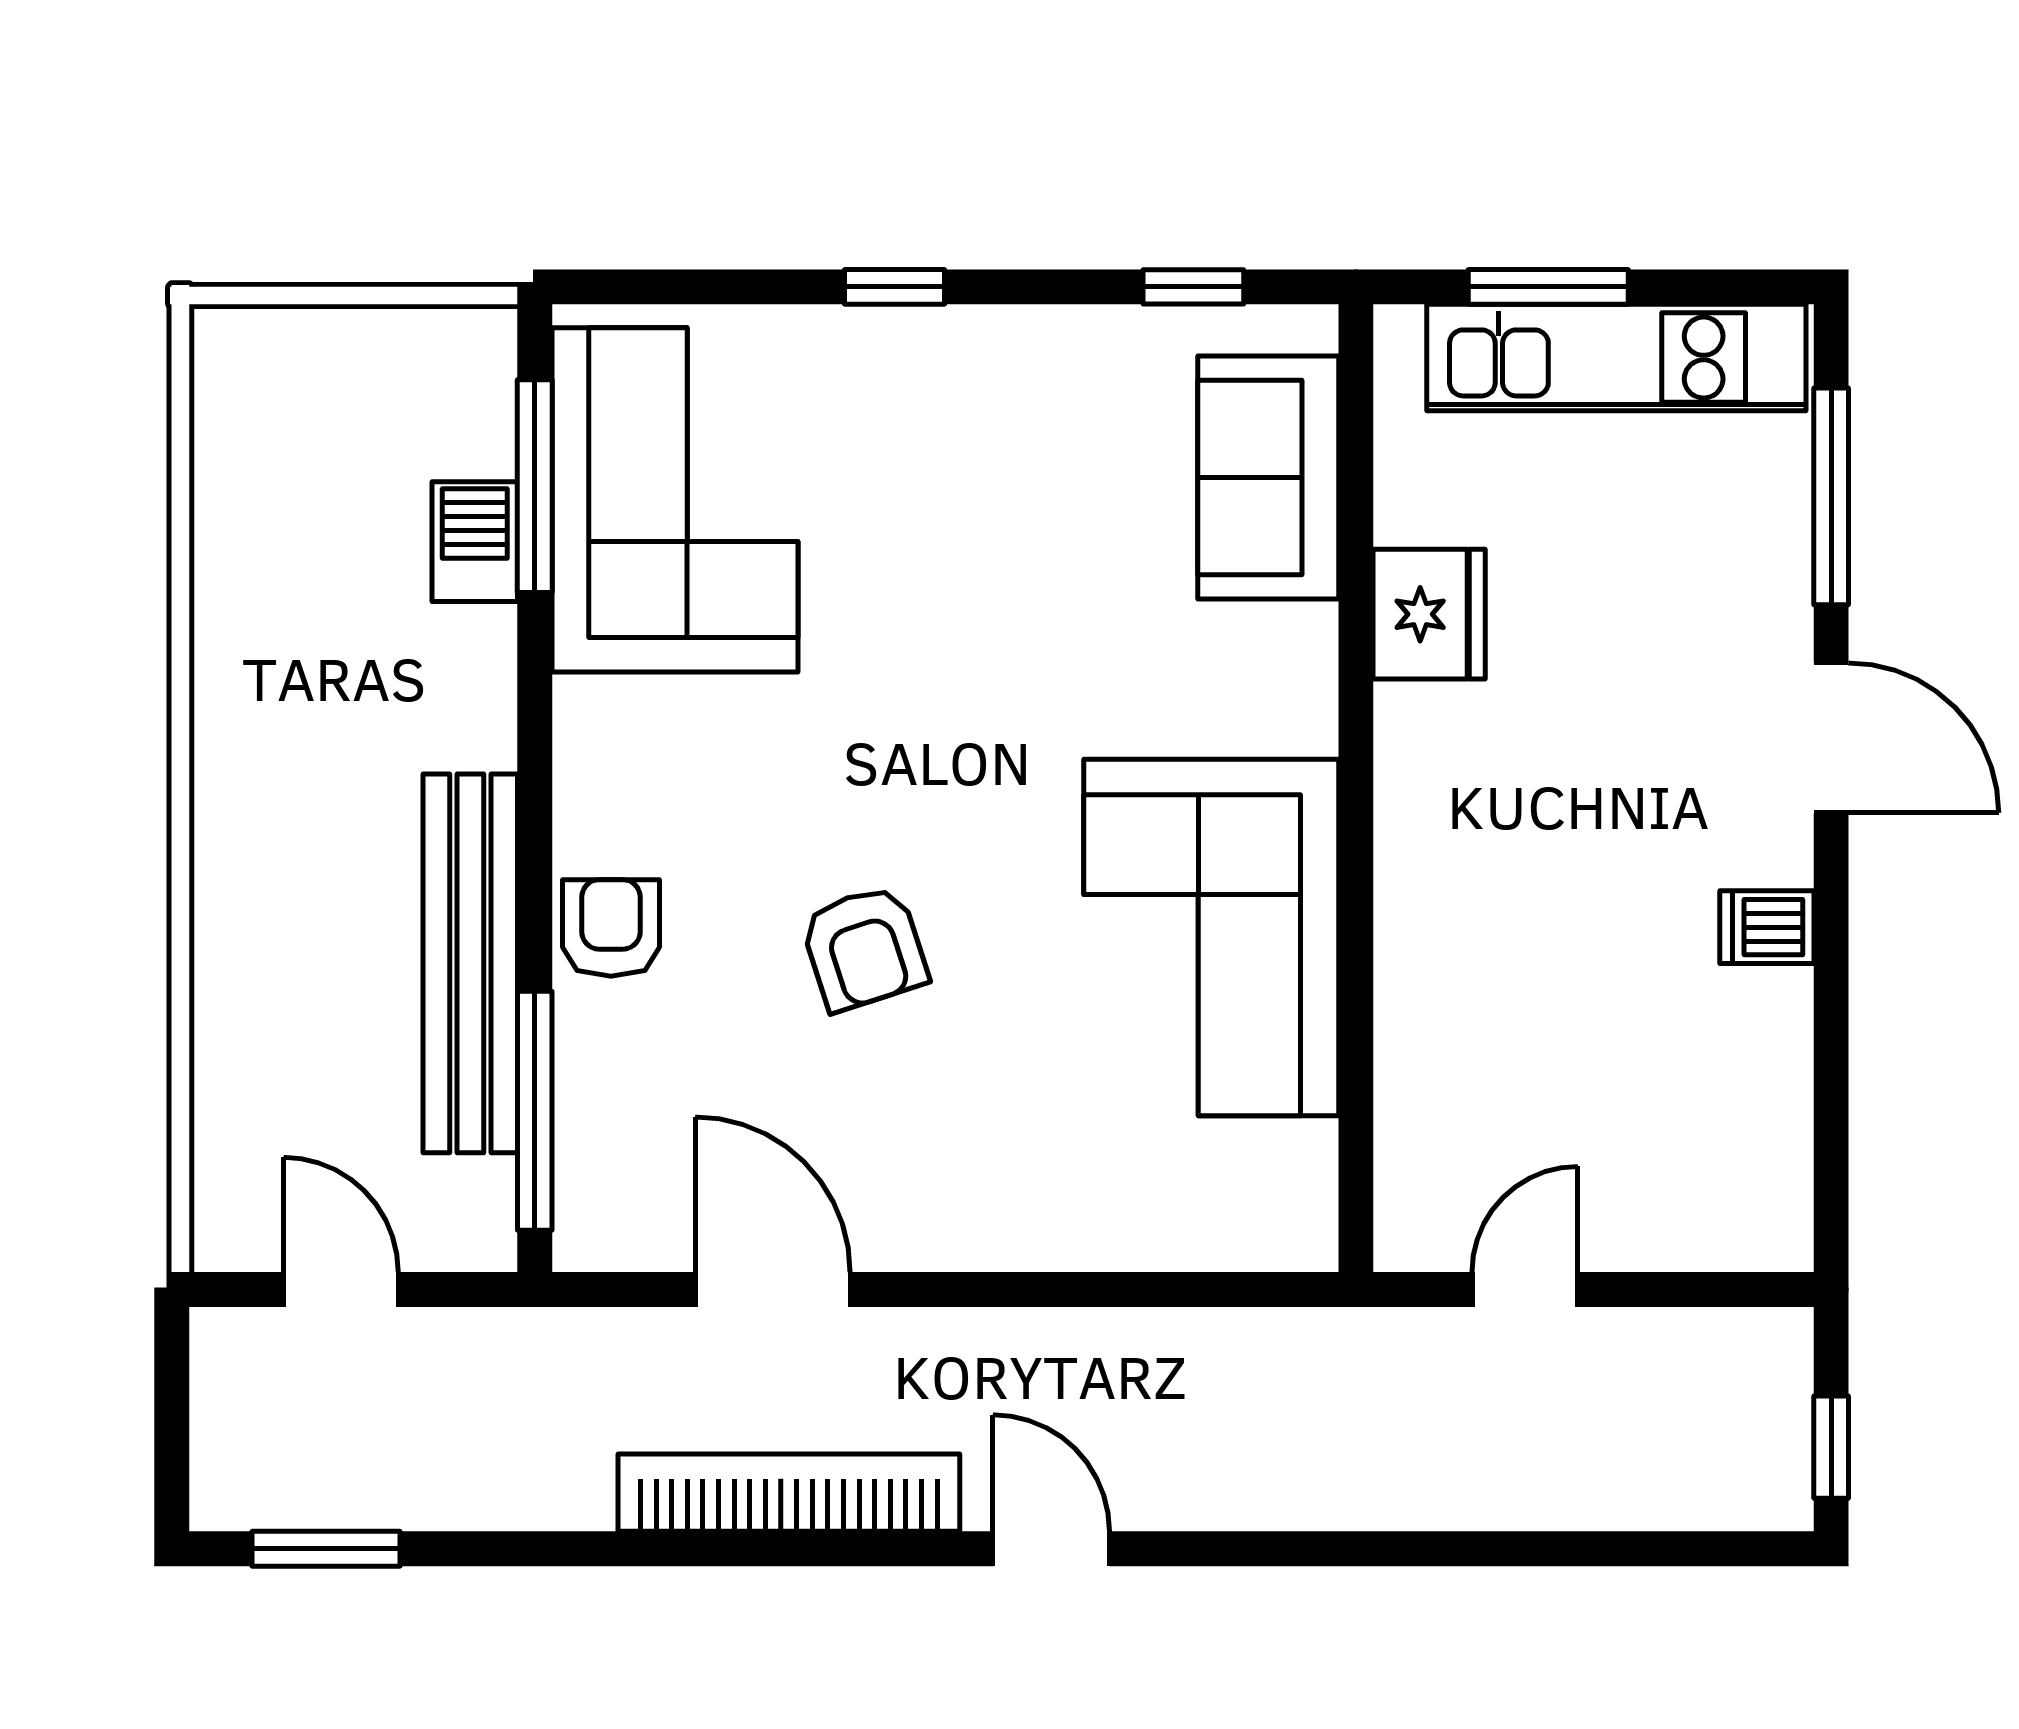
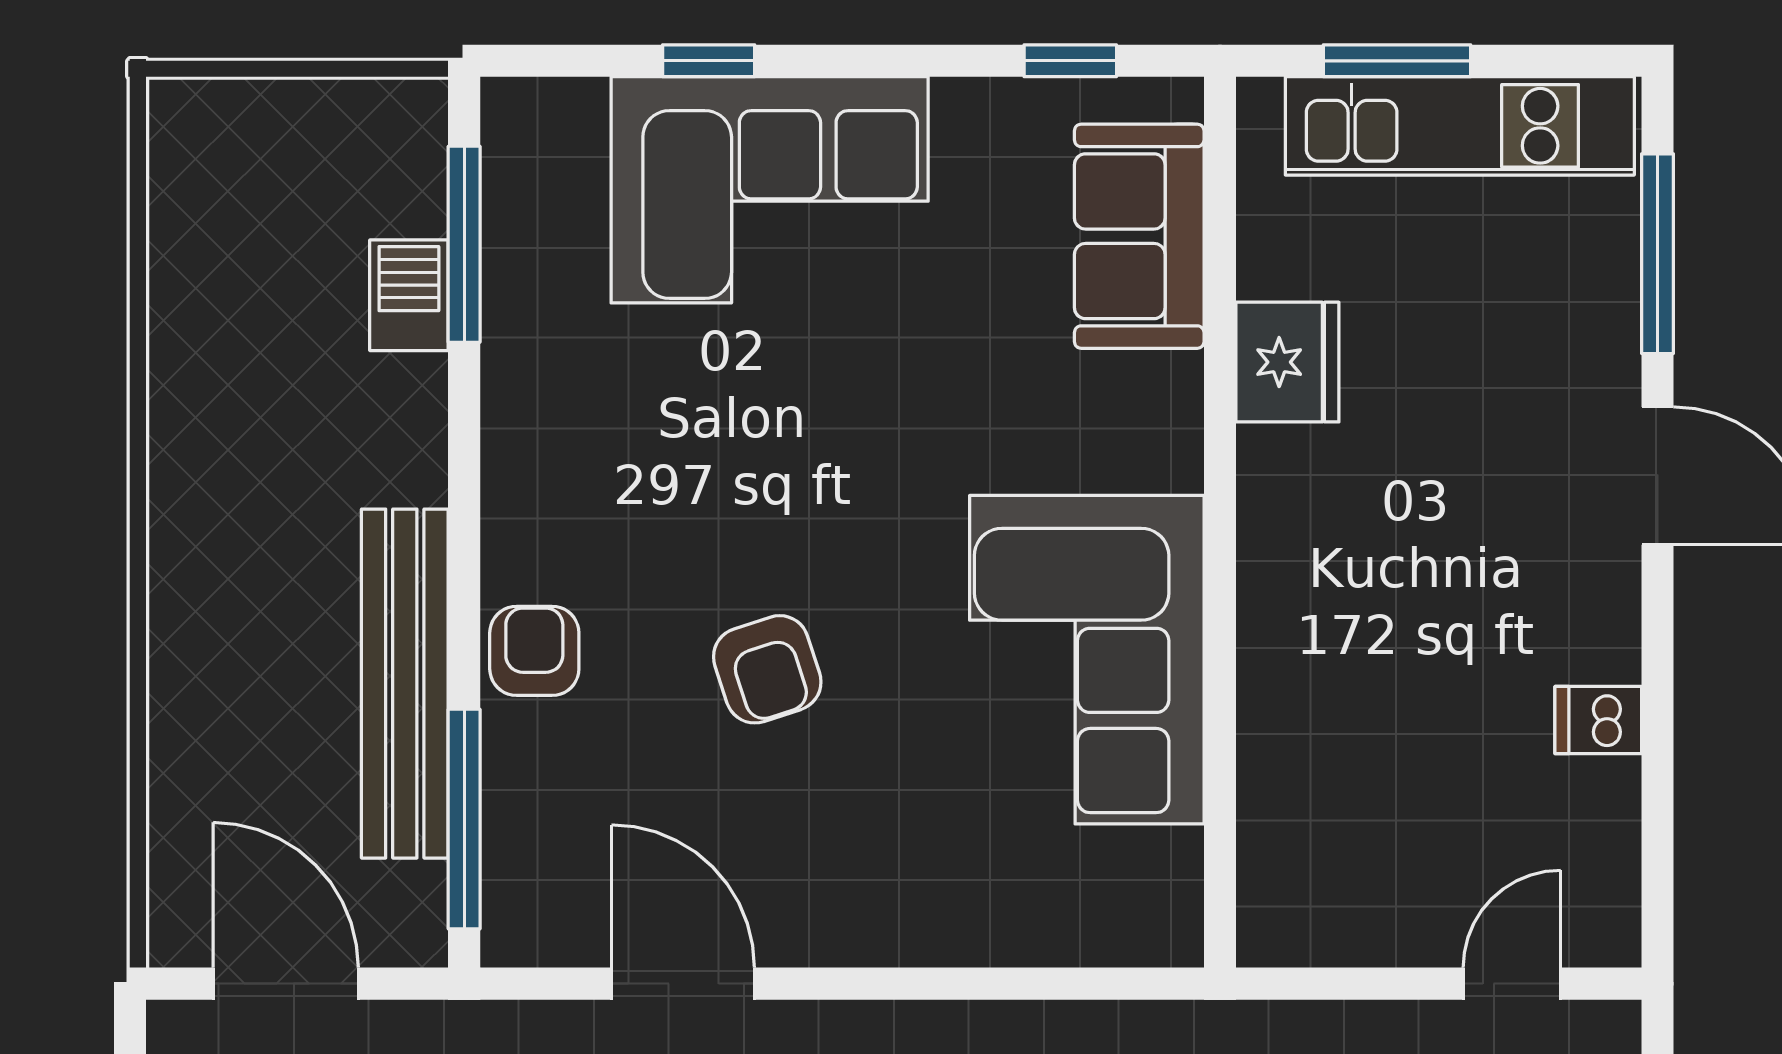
window: (895, 287) -> (709, 61), moved
corner sofa: (675, 500) -> (770, 190), moved, turned 90
dishwasher: (1767, 927) -> (1598, 720), moved
door: (341, 1289) -> (286, 984), width x1.38
door: (1525, 1289) -> (1512, 984), moved

